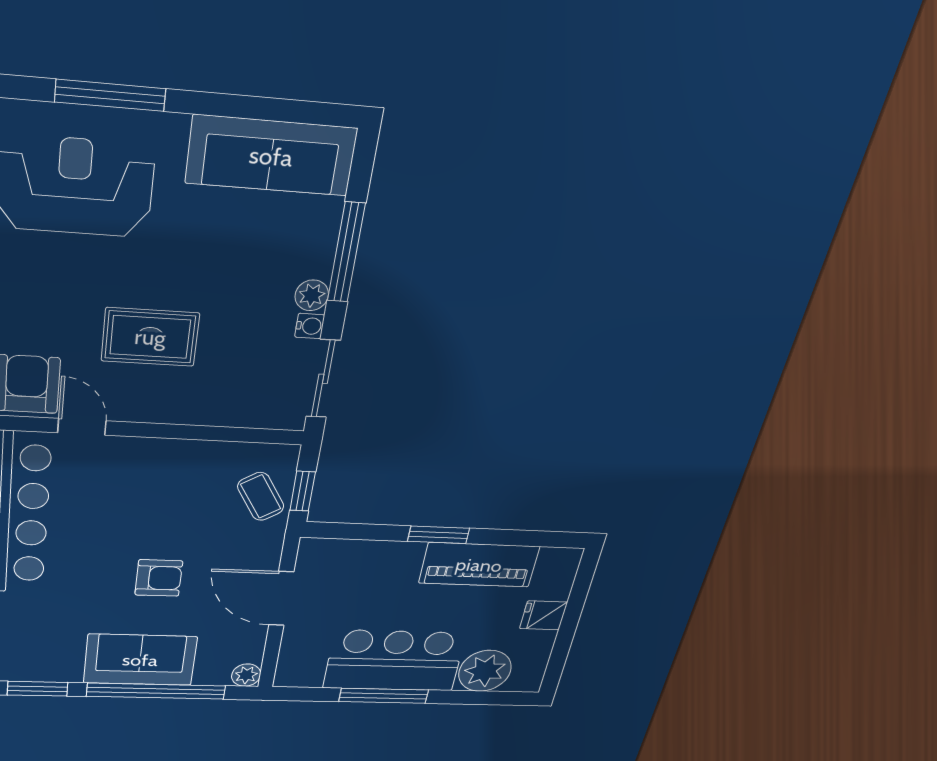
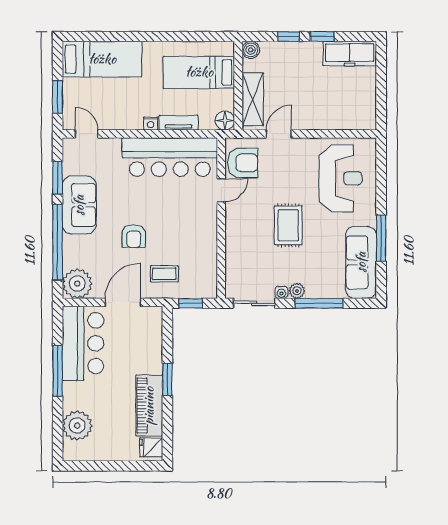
window: (110, 95) -> (381, 238), moved
rug: (150, 337) -> (288, 225), moved
coffee table: (261, 496) -> (164, 274), moved, turned 32
fridge: (543, 615) -> (151, 447), moved, turned -90
sofa: (140, 660) -> (79, 205), moved
bar counter: (394, 661) -> (83, 343), moved
plant: (246, 675) -> (77, 284), width x1.87, depth x1.87

